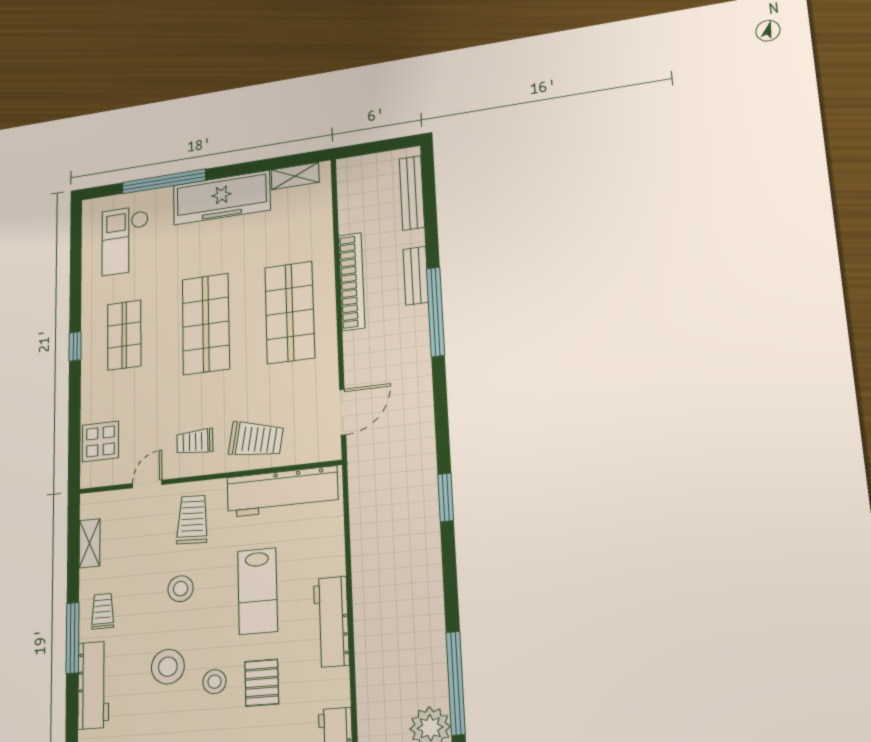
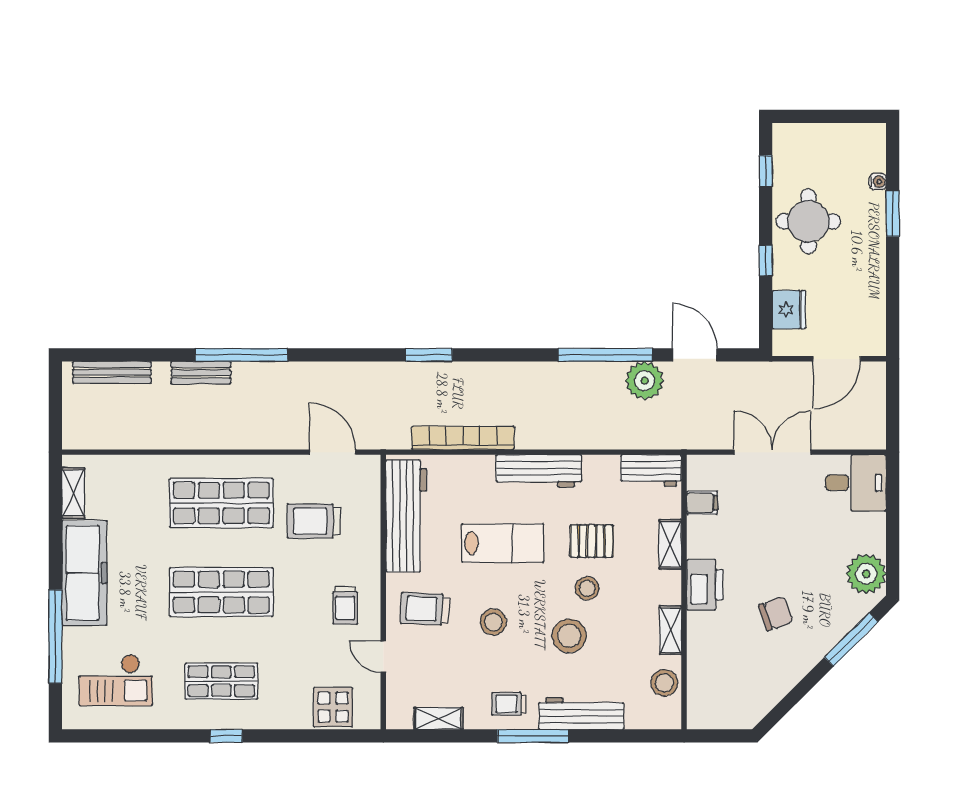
bookcase: (352, 282) -> (463, 438), moved
trolley: (256, 439) -> (314, 521), moved, turned -100

